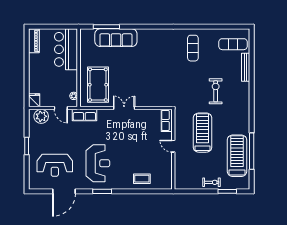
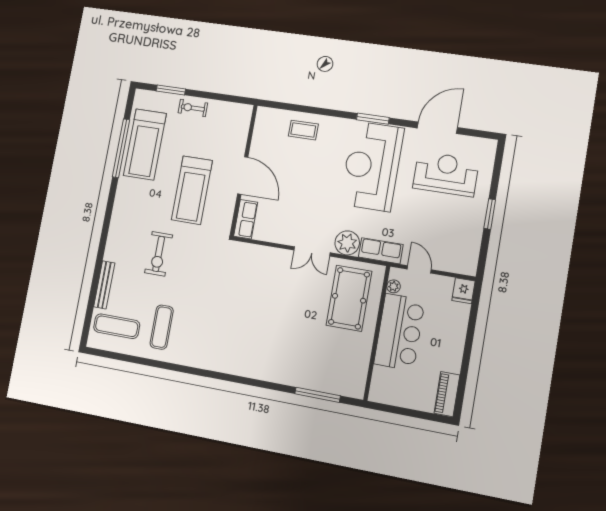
sofa: (116, 38) -> (305, 373), removed
exercise mat: (193, 48) -> (162, 327), moved
bar counter: (66, 49) -> (399, 332), moved
plant: (41, 116) -> (347, 243), moved
door: (173, 146) -> (243, 176), width x1.88
reception desk: (98, 163) -> (372, 166), width x1.36, depth x1.30

